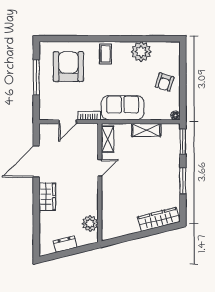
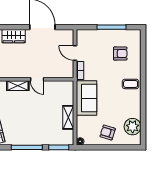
plant: (141, 52) -> (133, 127), moved
armchair: (68, 67) -> (120, 54), width x0.53, depth x0.53
shelving: (108, 139) -> (18, 86), moved
window: (183, 181) -> (27, 147), width x1.44

